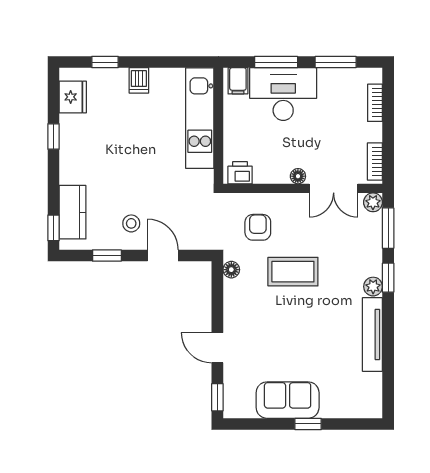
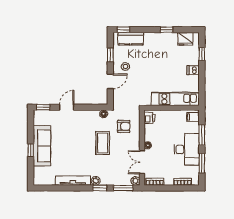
desk: (283, 94) -> (187, 149), moved
sofa: (288, 400) -> (42, 146), width x1.36

